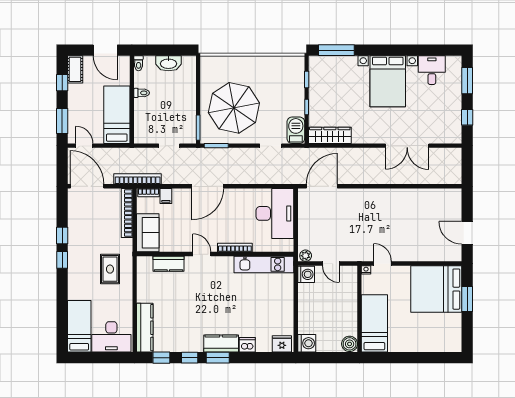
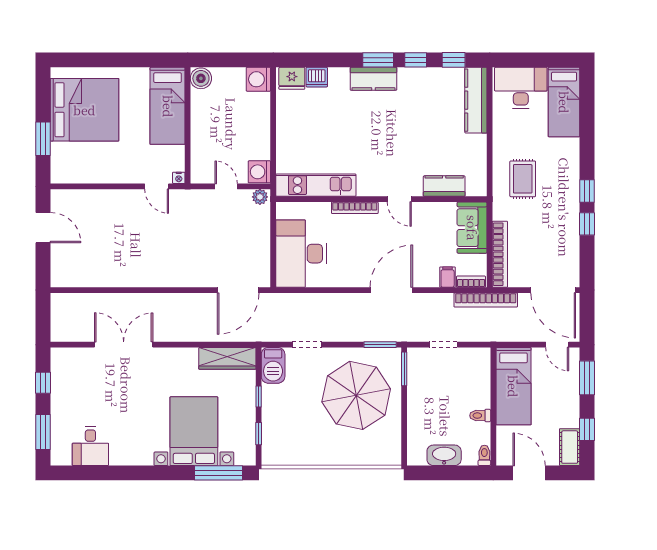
bed with nightstands: (388, 81) -> (194, 431), moved
bed: (436, 289) -> (84, 110), moved
dishwasher: (247, 345) -> (317, 77), moved

